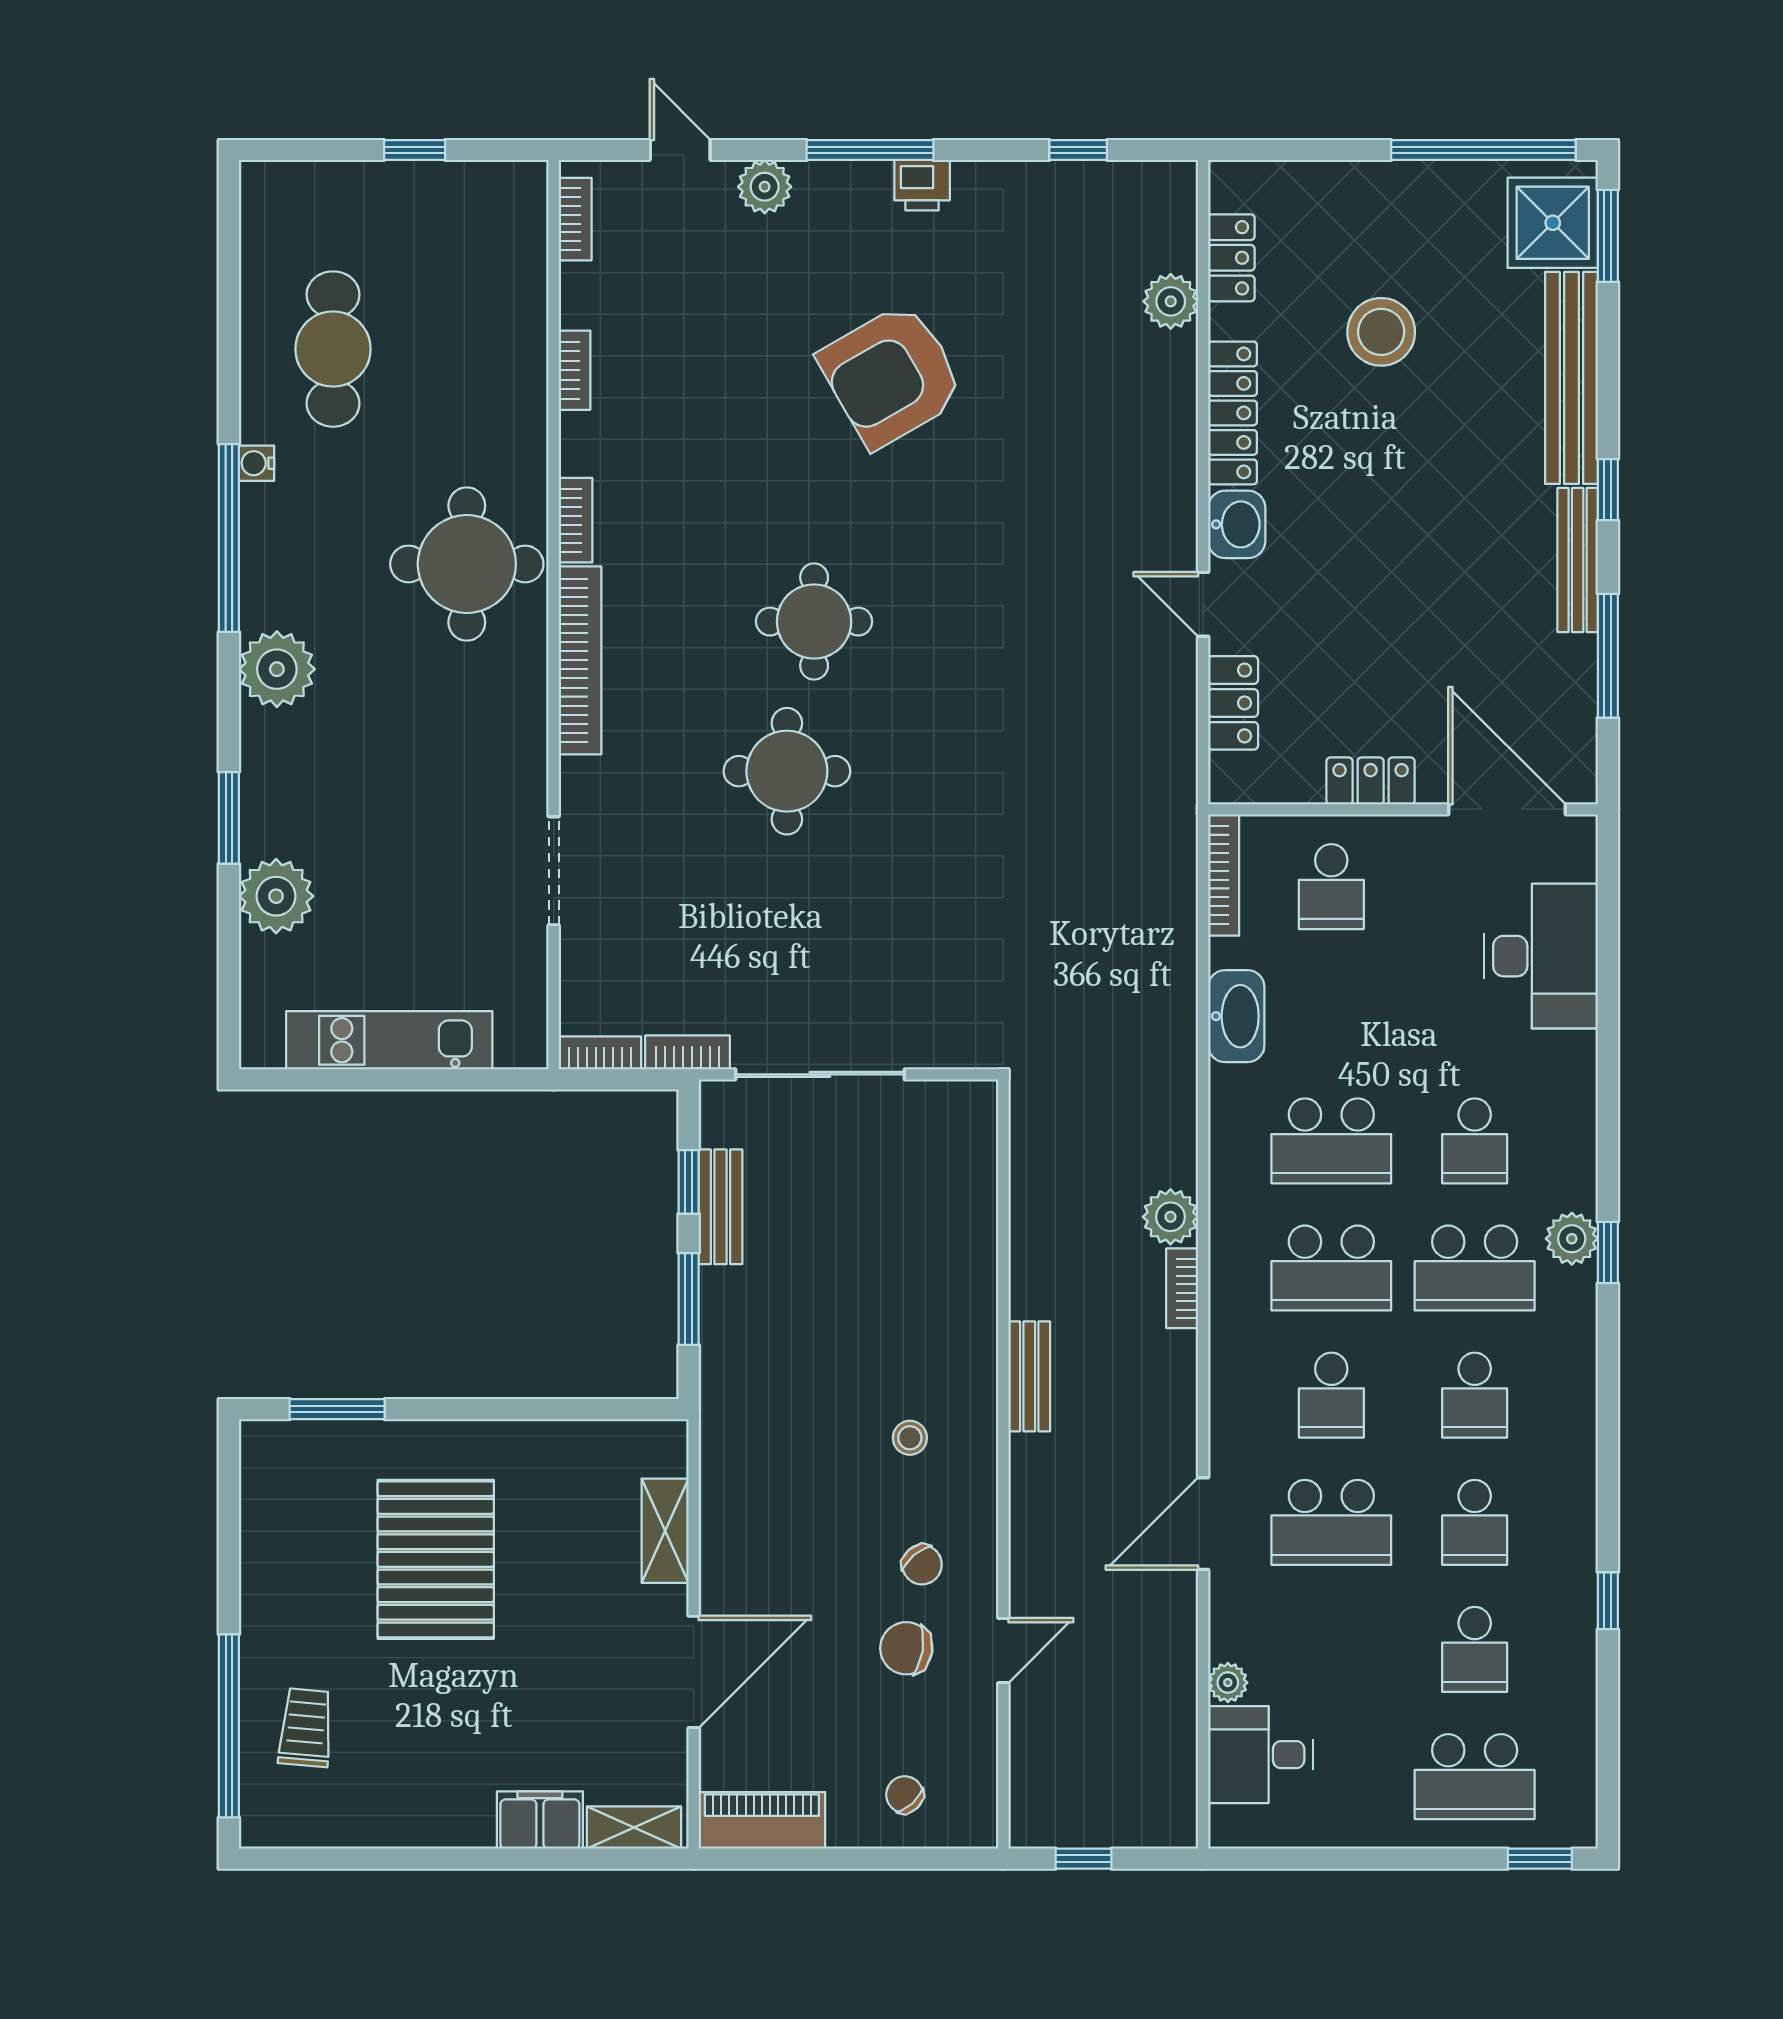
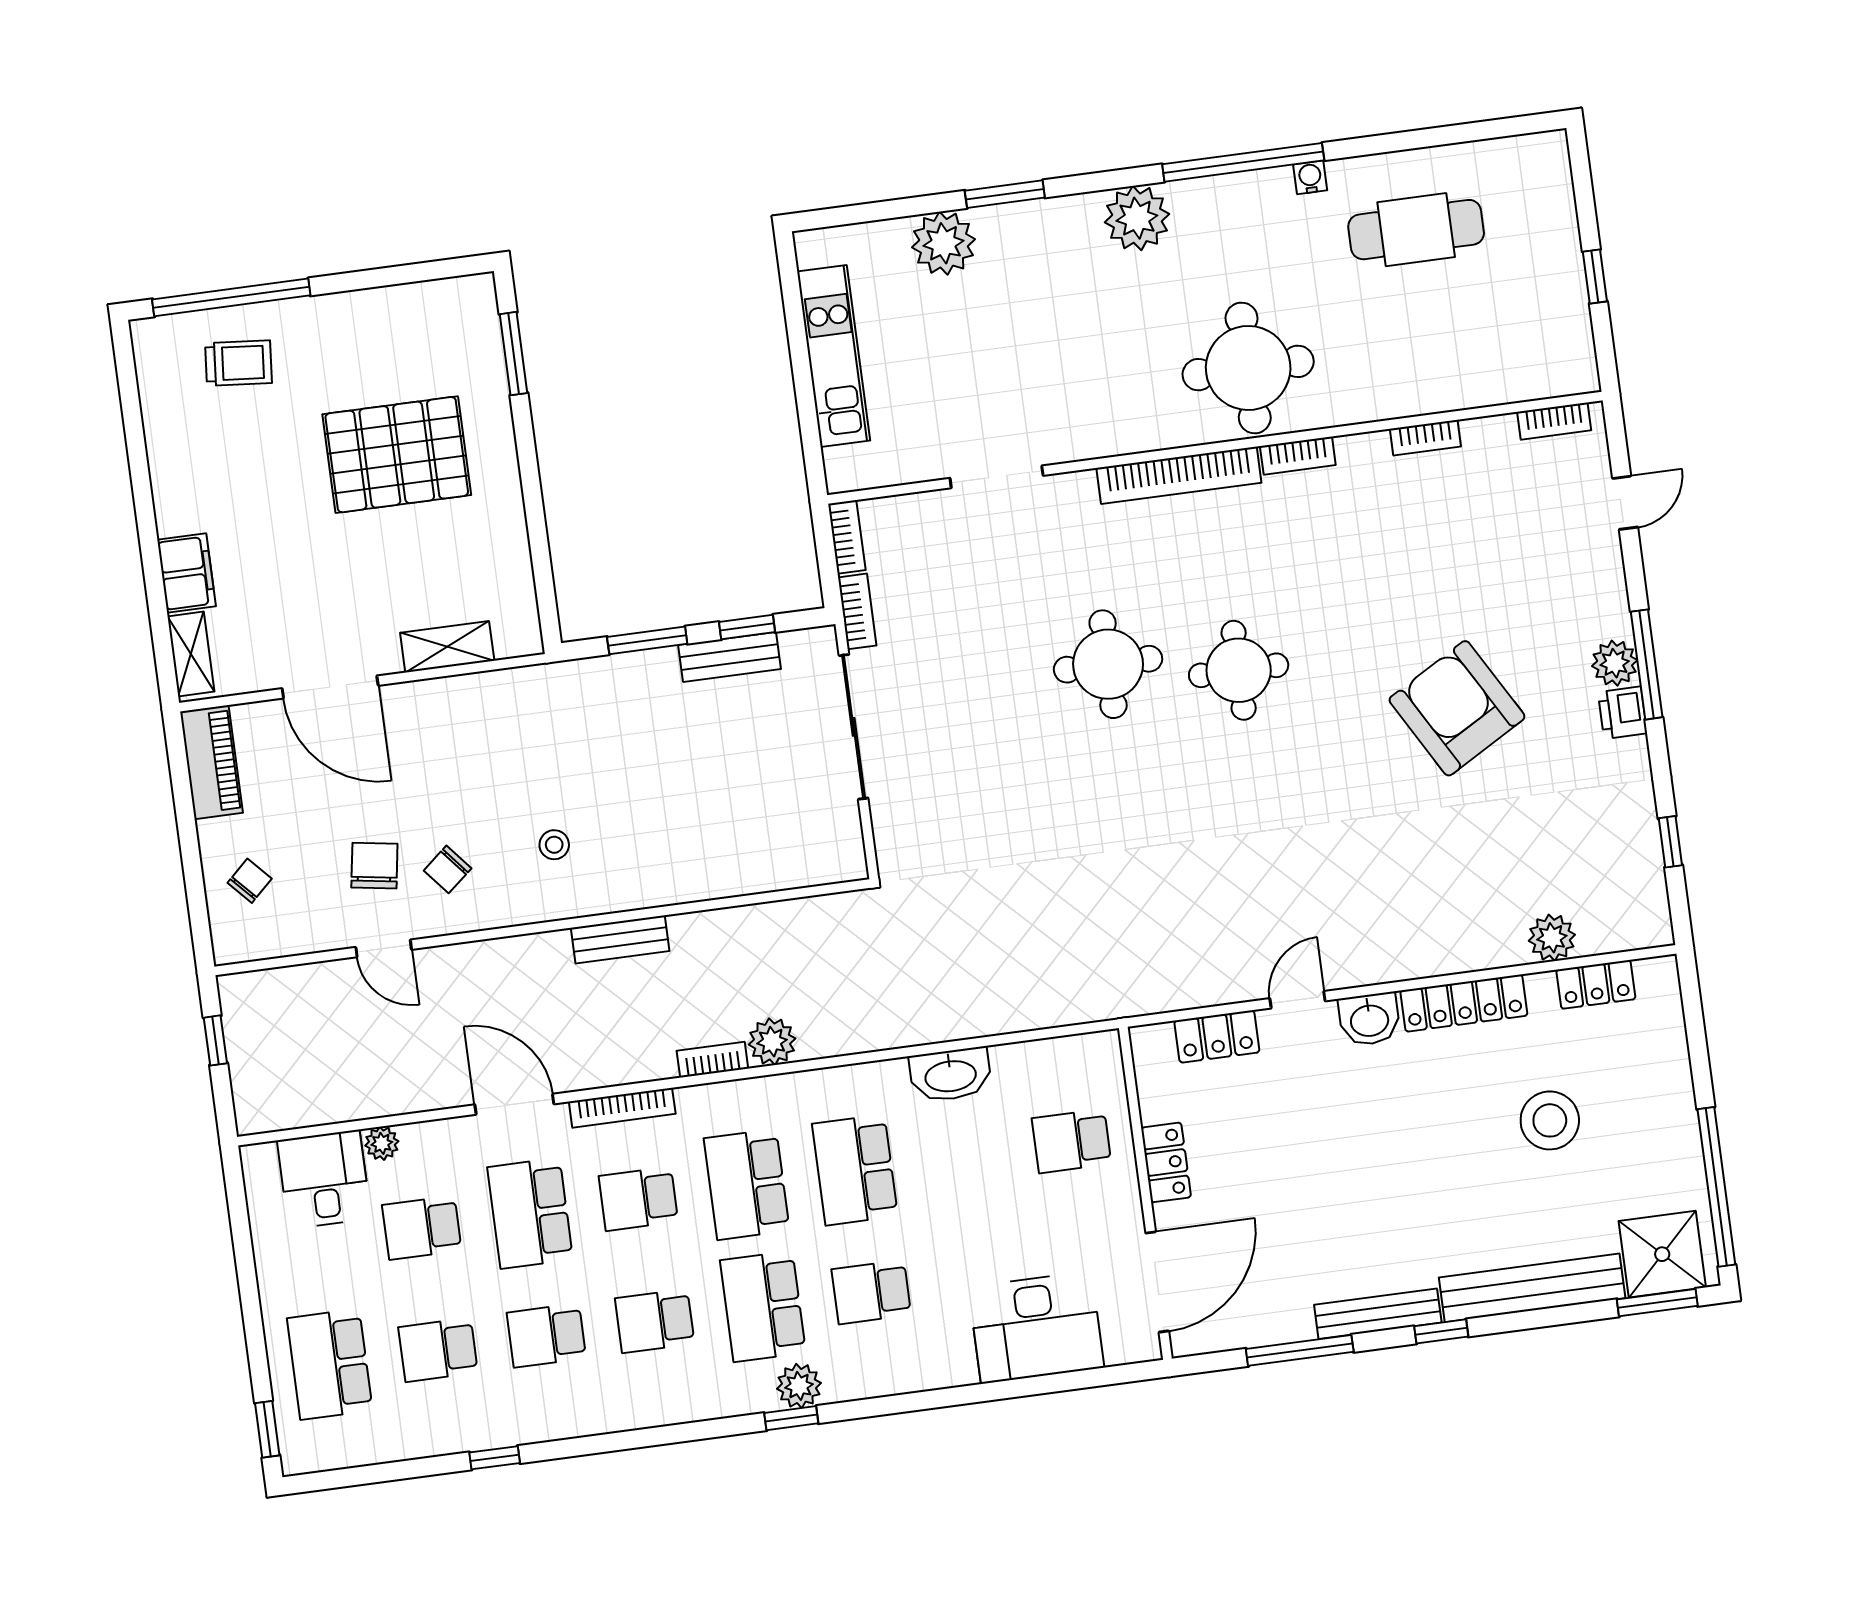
plant: (765, 187) -> (1615, 663), moved
bookcase: (1224, 875) -> (622, 1108), moved
school desk: (1331, 1649) -> (422, 1228), added

